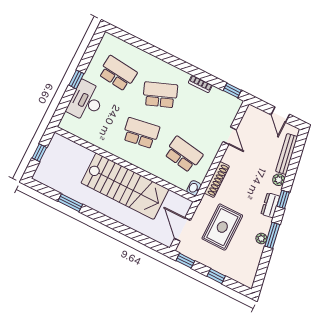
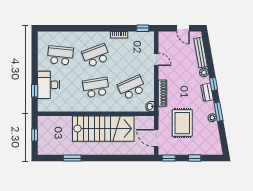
window: (76, 79) -> (35, 91), moved
school desk: (183, 154) -> (132, 88), turned -33

